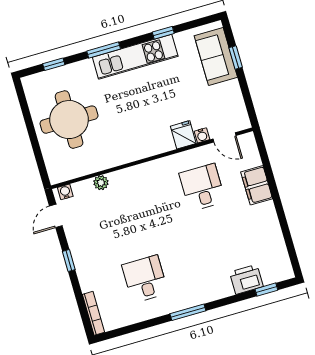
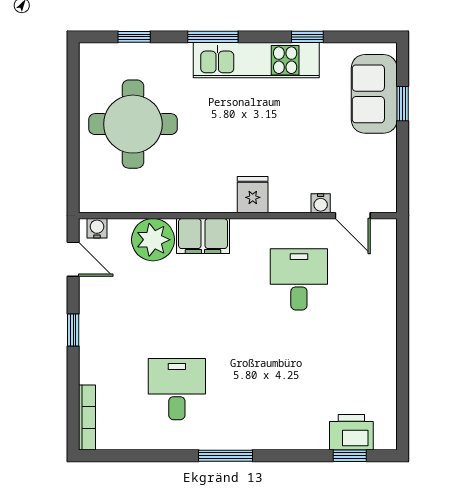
fridge: (183, 135) -> (253, 195), moved
plant: (101, 183) -> (153, 240), width x1.88, depth x1.88
filing cabinet: (257, 185) -> (203, 236), moved, turned -90
door: (56, 216) -> (73, 259), swing flipped
printer: (246, 279) -> (351, 432), moved

